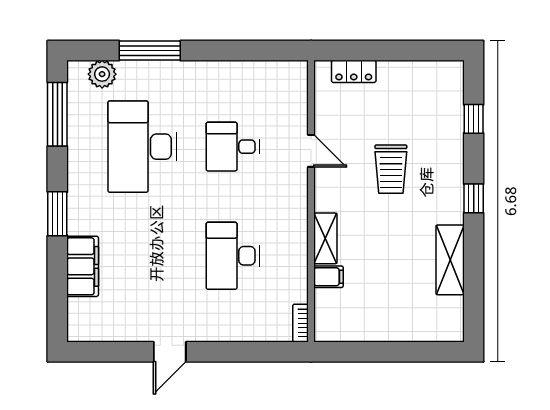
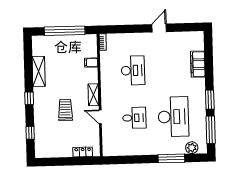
window: (57, 214) -> (210, 100), moved
shelving: (325, 238) -> (93, 95), moved
window: (387, 352) -> (65, 31), added

